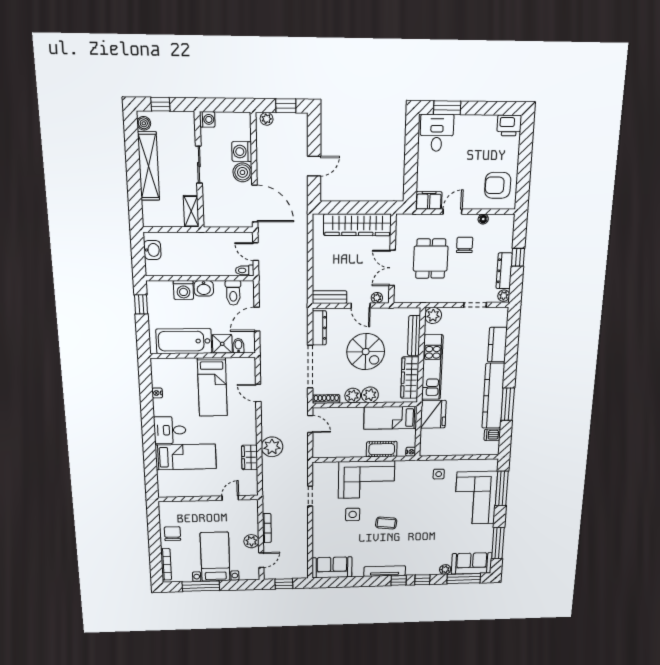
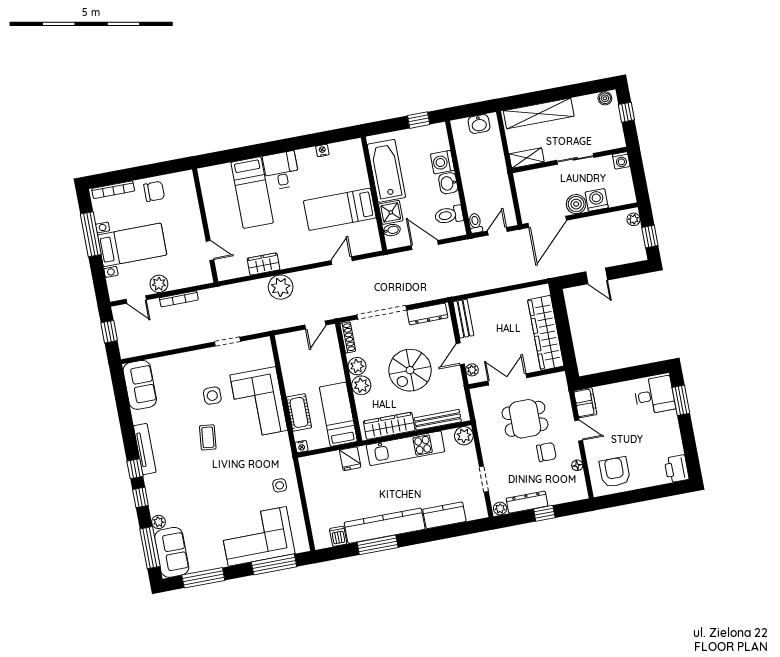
shelving: (149, 166) -> (539, 113), moved
fridge: (433, 414) -> (350, 459), width x0.53, depth x0.75

